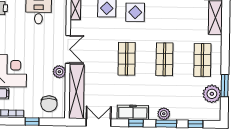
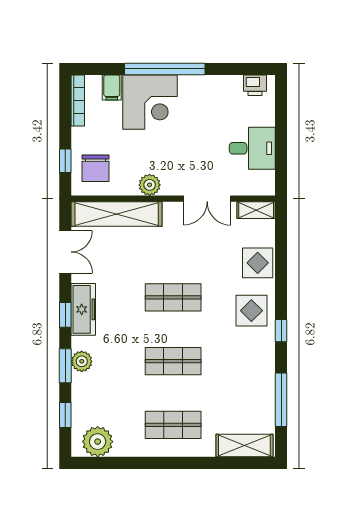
double door: (68, 49) -> (207, 199), moved
window: (225, 86) -> (131, 463), removed
plant: (212, 94) -> (98, 442), moved
chair: (49, 104) -> (95, 168), turned -90
window: (32, 121) -> (65, 161), moved

